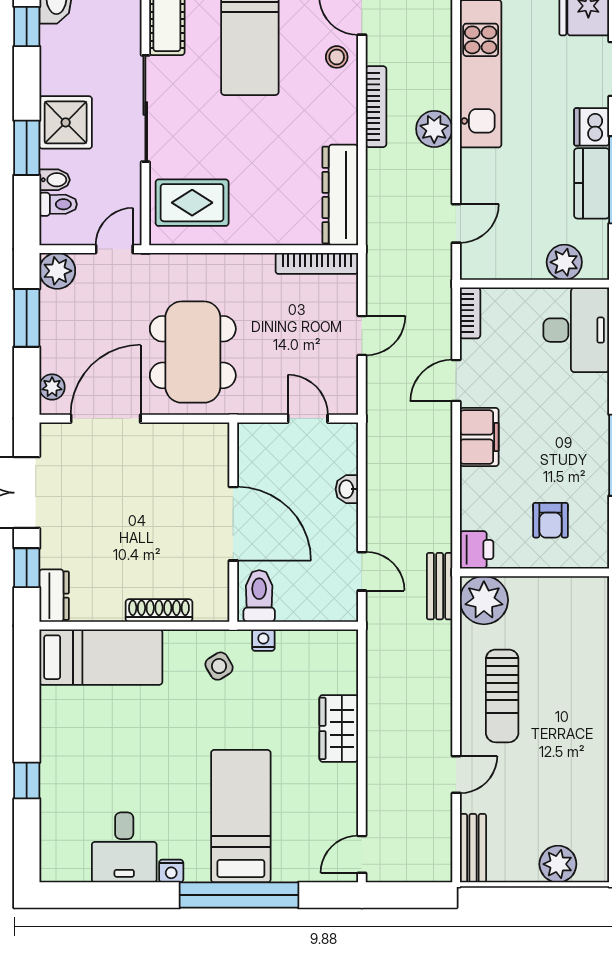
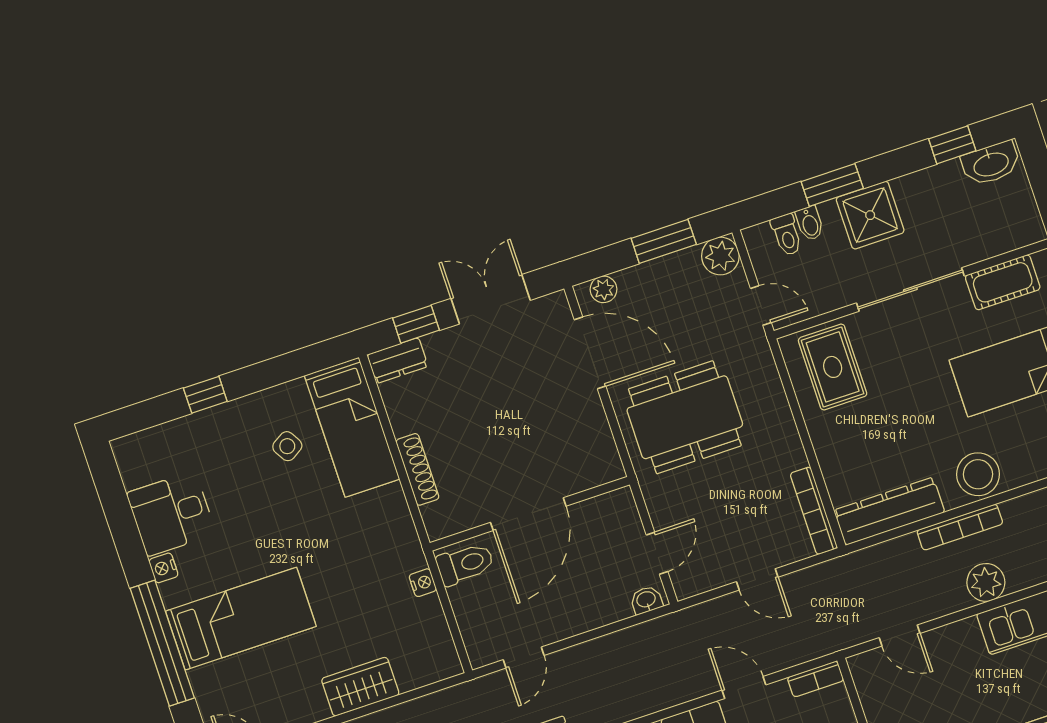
stool: (337, 57) -> (978, 474), moved, width x1.89, depth x1.89
bookcase: (376, 107) -> (960, 527), moved
washbasin: (347, 489) -> (646, 600), moved
side table: (219, 666) -> (287, 446), moved

